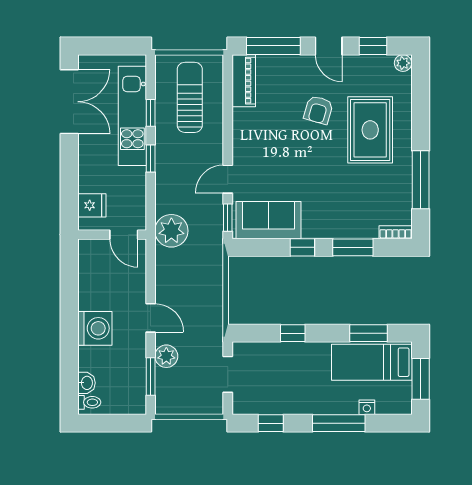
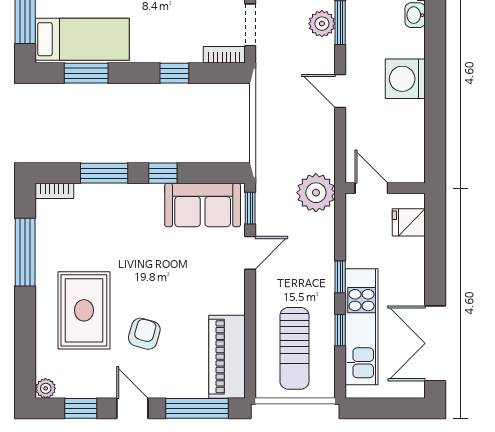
piano: (244, 81) -> (227, 357), width x1.37, depth x1.33
bookcase: (250, 349) -> (224, 55), added
plant: (166, 356) -> (322, 24), moved

